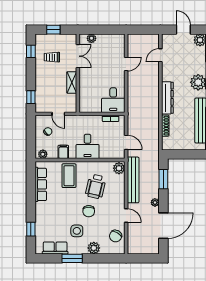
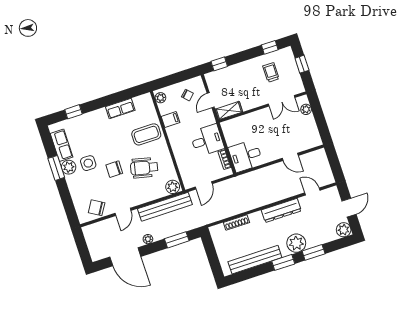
shelving: (72, 82) -> (229, 111), moved
dresser: (167, 98) -> (281, 210), moved
desk: (88, 146) -> (207, 140), moved, turned 180
row of seats: (41, 184) -> (120, 108), width x0.68
plant: (94, 248) -> (69, 167), moved

